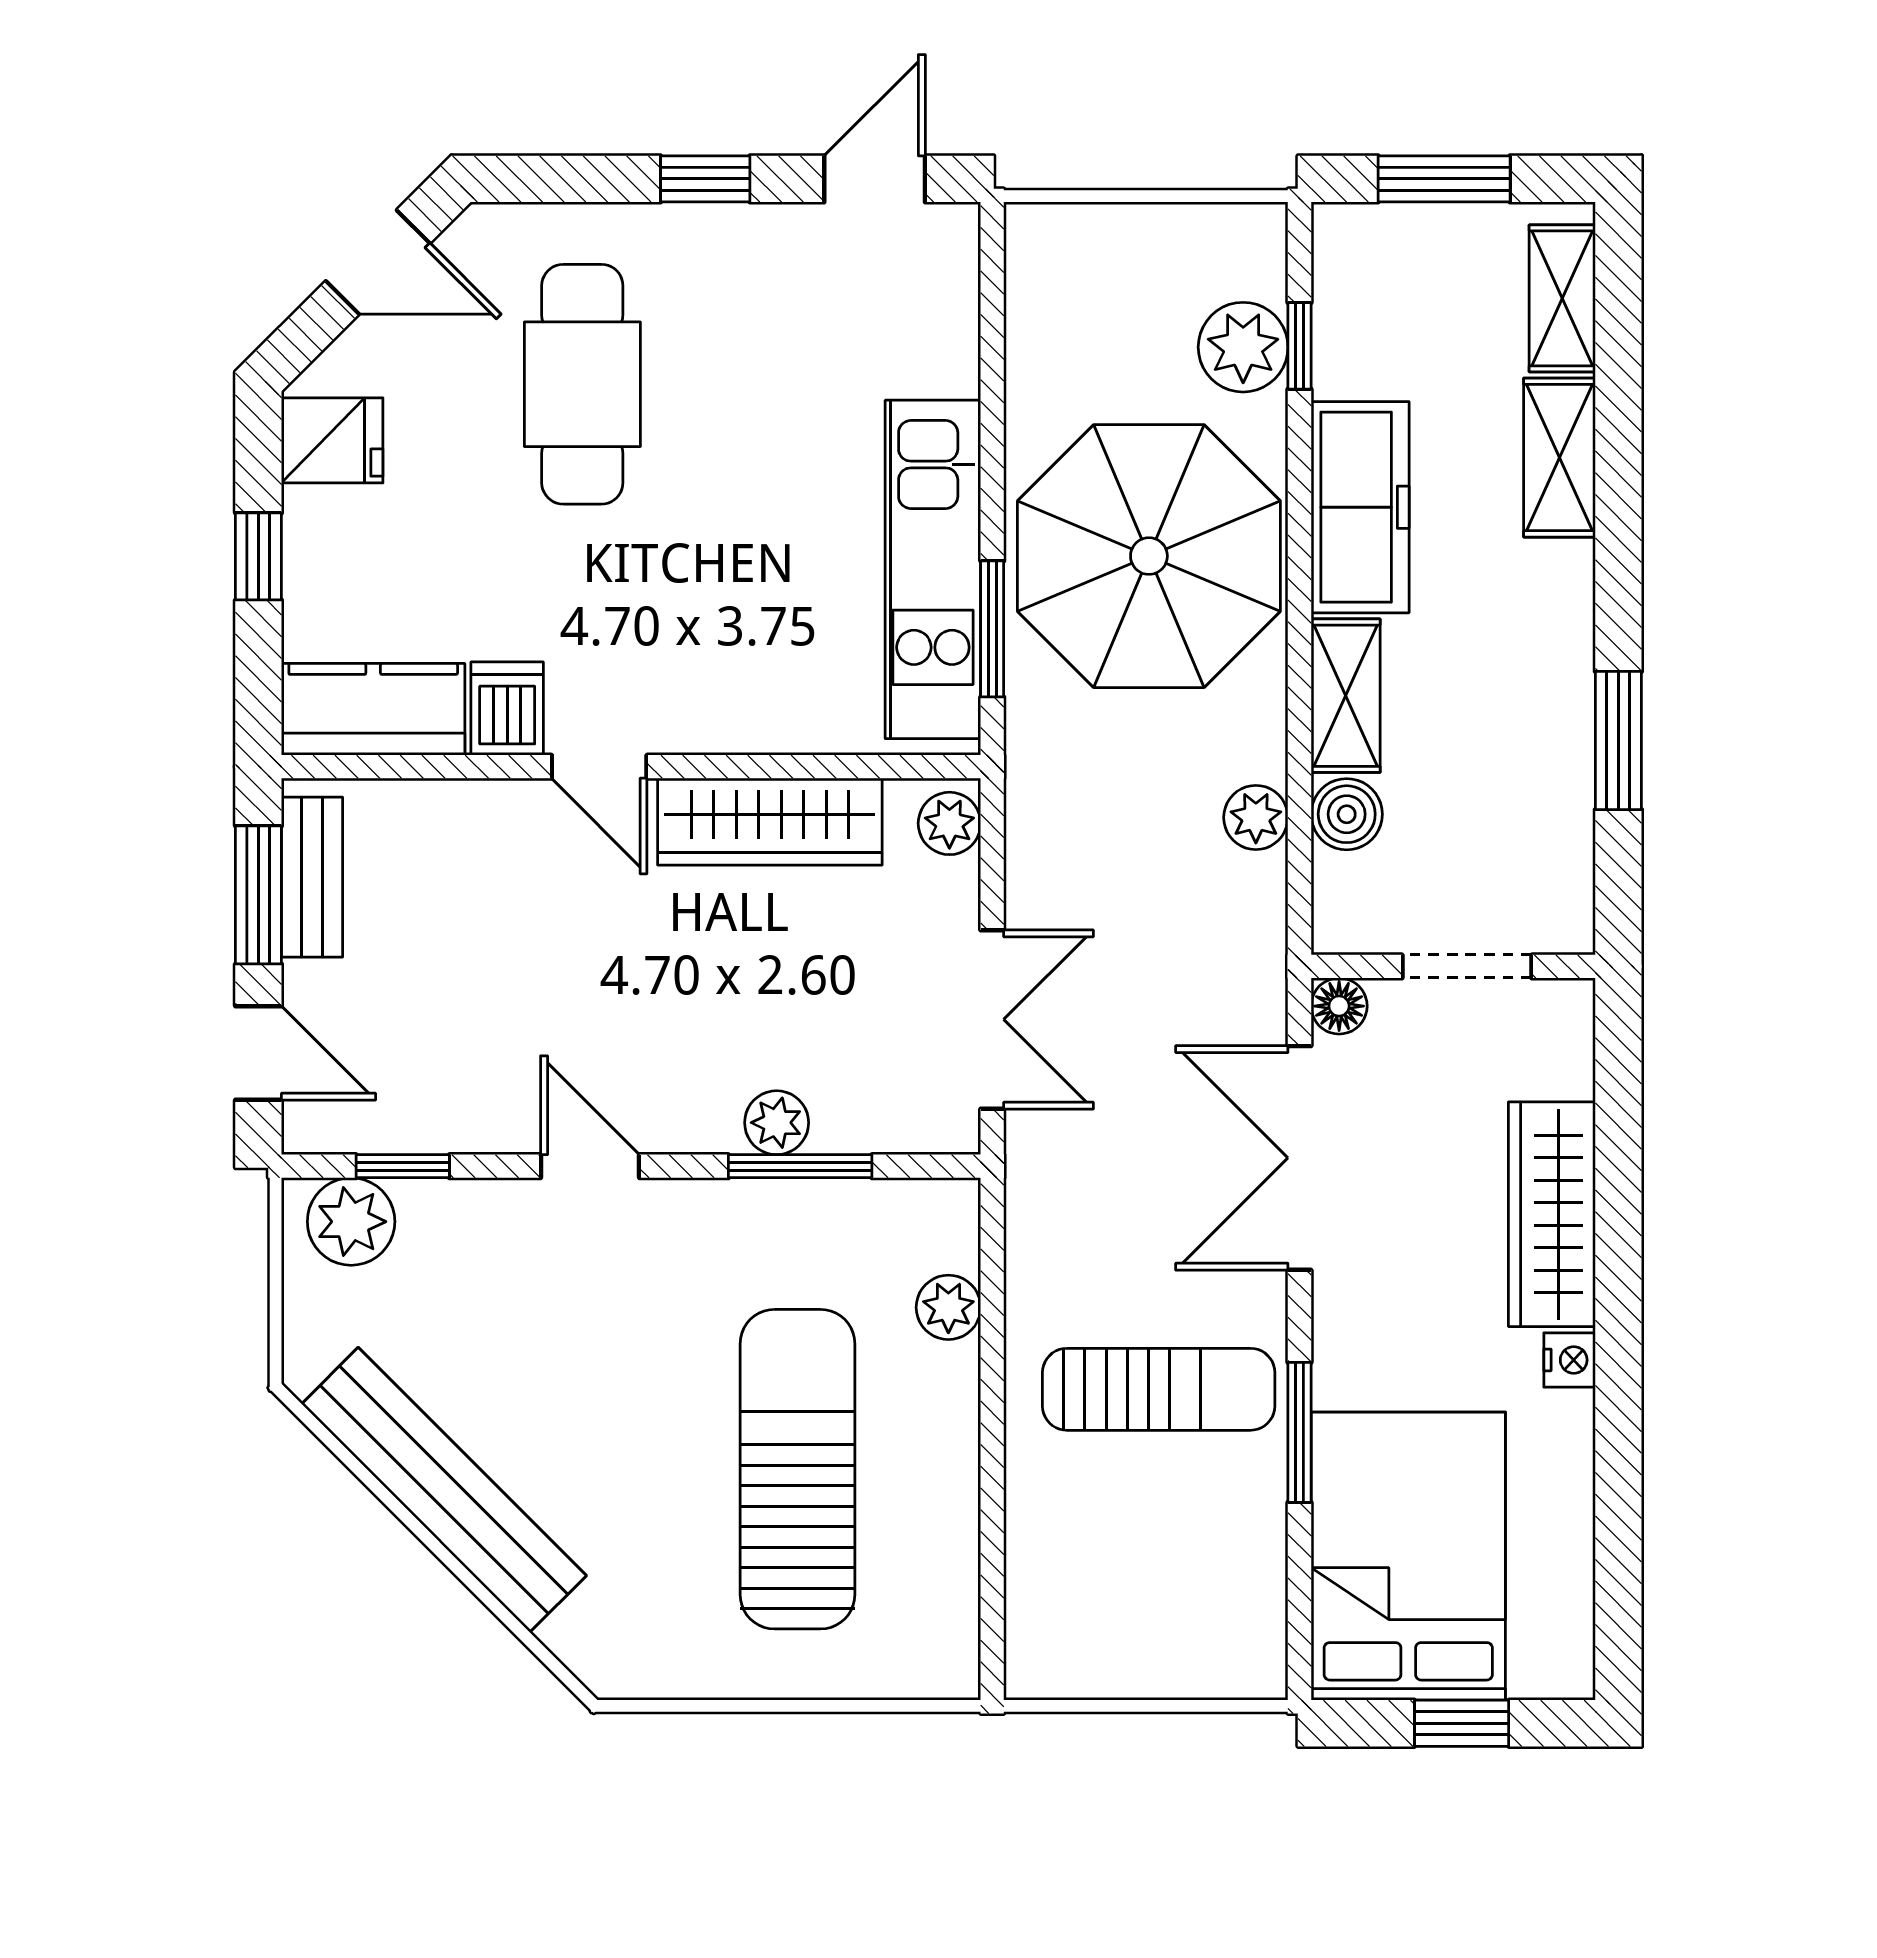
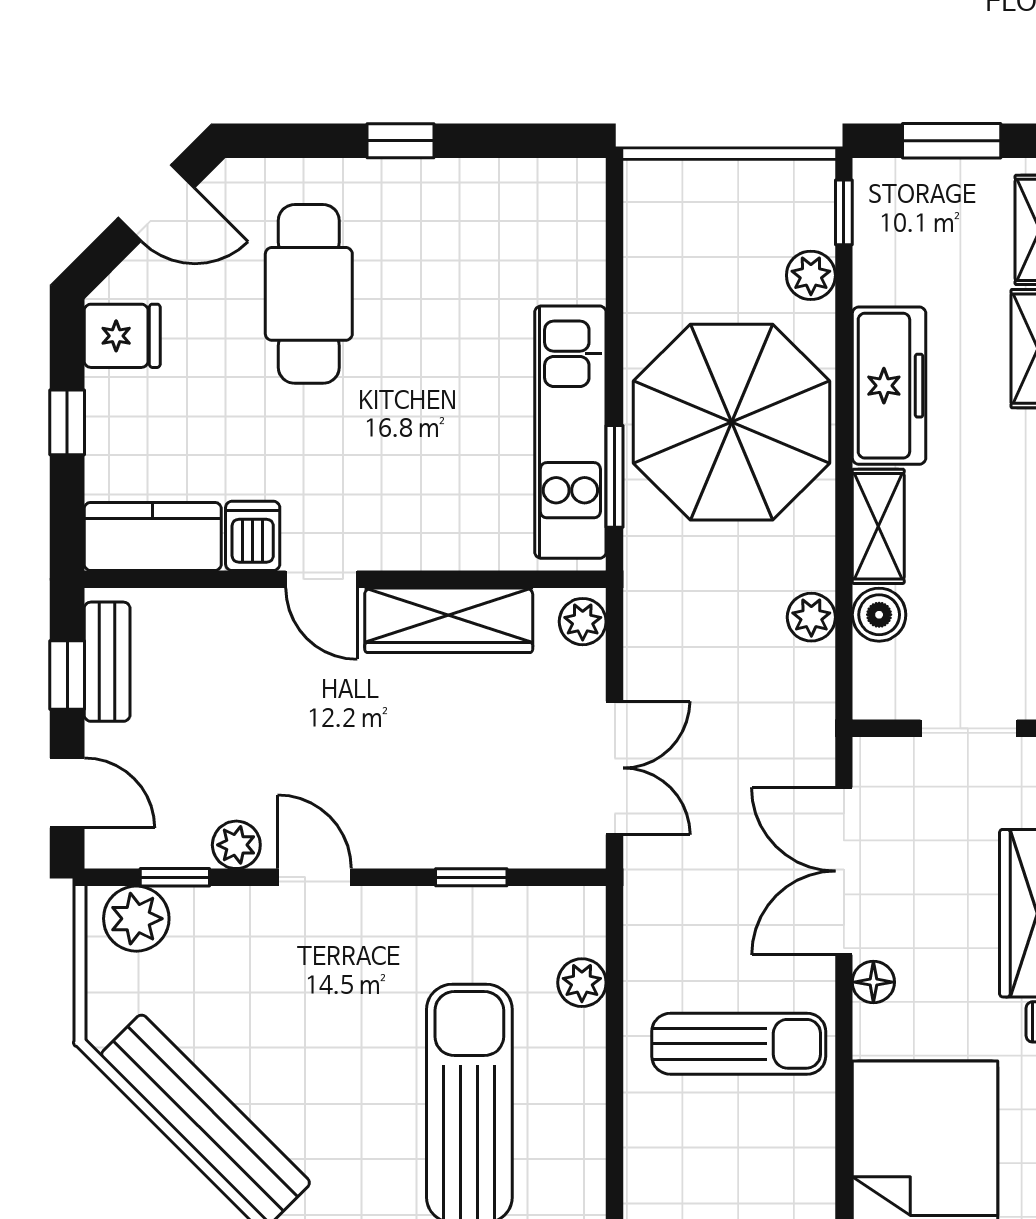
door: (875, 179) -> (527, 141), removed
window: (1300, 346) -> (844, 212), moved
plant: (1243, 347) -> (811, 275), width x0.73, depth x0.73
window: (258, 895) -> (67, 675), width x0.67
floor lamp: (1339, 1006) -> (873, 982), moved
plant: (777, 1123) -> (236, 845), moved
window: (800, 1166) -> (471, 877), width x0.67
window: (1300, 1432) -> (844, 1076), removed

